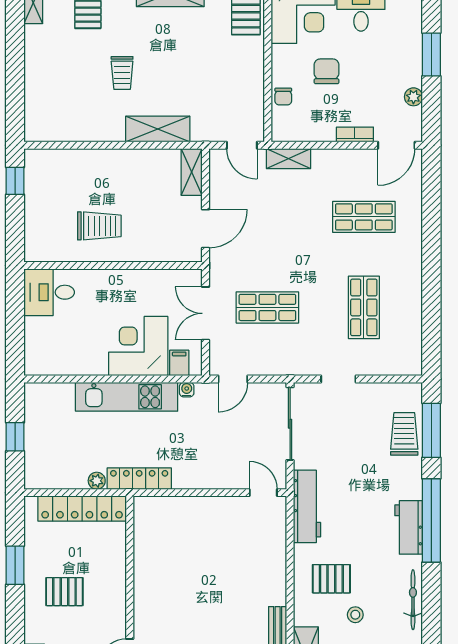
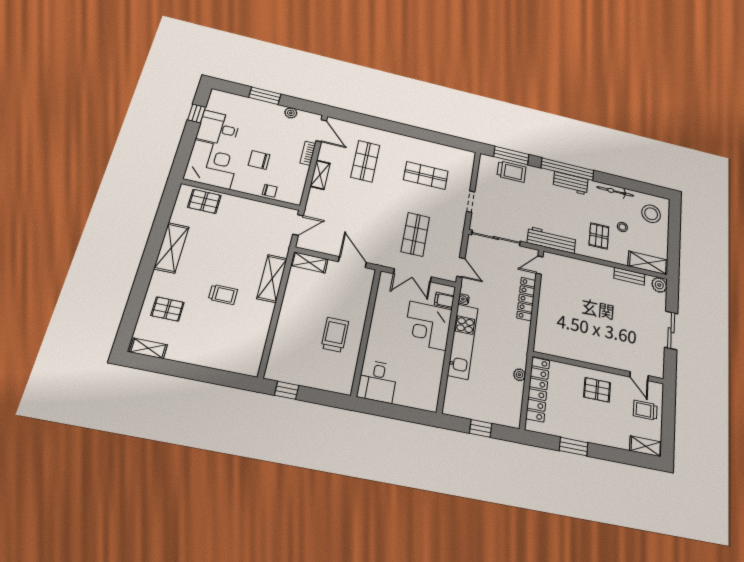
shelving: (288, 159) -> (320, 175), moved
trolley: (404, 434) -> (511, 172), turned 180
locker: (139, 479) -> (526, 299), moved
pallet: (64, 592) -> (597, 390), moved, turned 90

